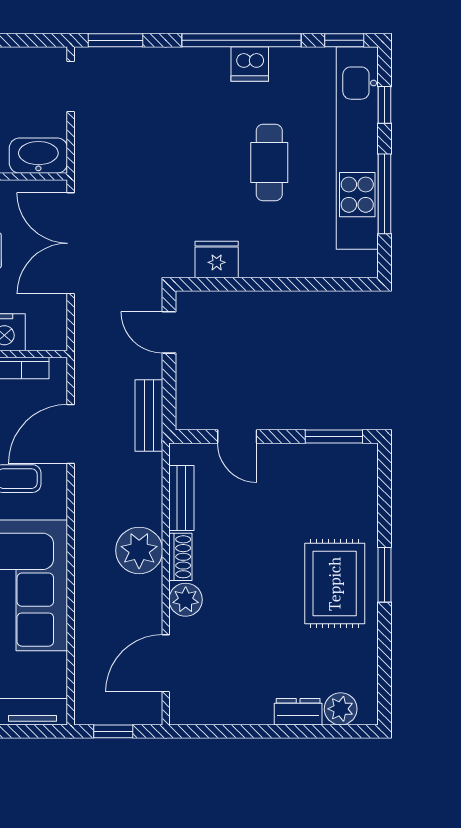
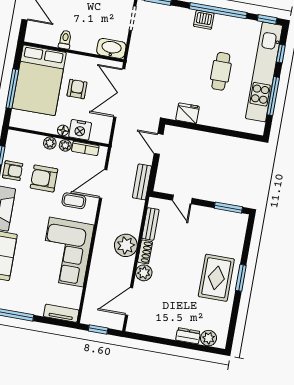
dishwasher: (250, 64) -> (204, 20), moved

